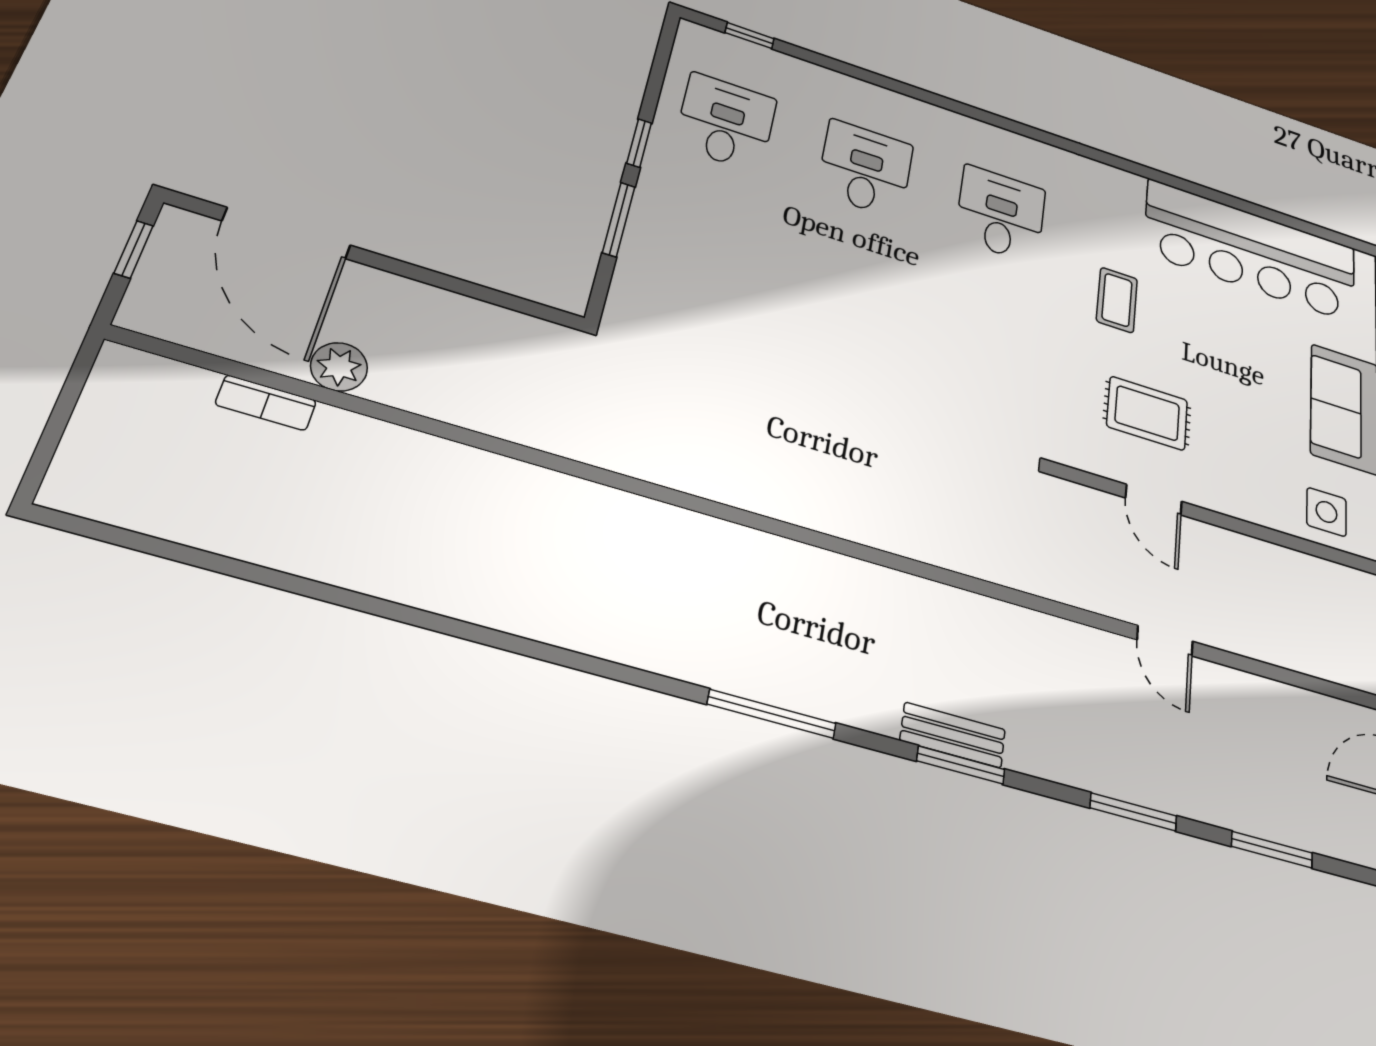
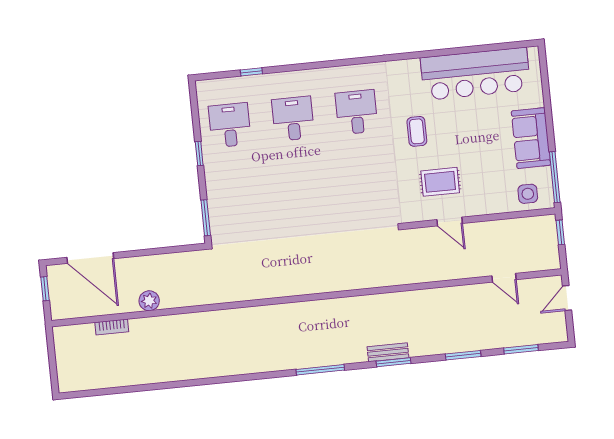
window: (750, 36) -> (251, 72), moved
window: (619, 219) -> (206, 218), moved
plant: (339, 367) -> (149, 301), moved
door: (1165, 641) -> (504, 278), moved

